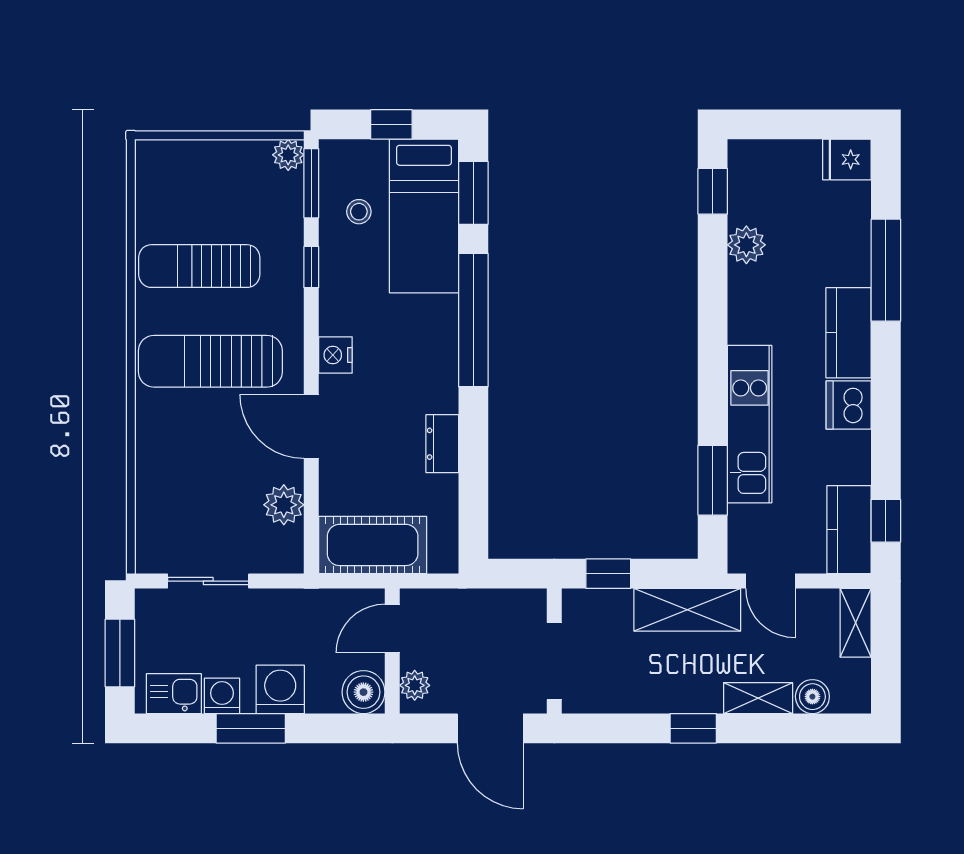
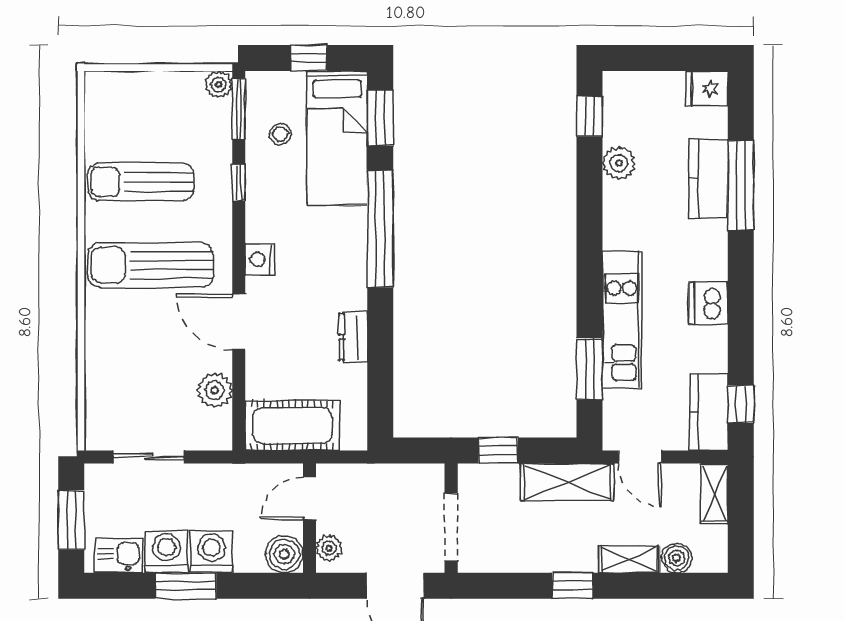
kitchen counter: (848, 333) -> (708, 179), moved
washing machine: (222, 696) -> (166, 552), width x1.38, depth x1.38

